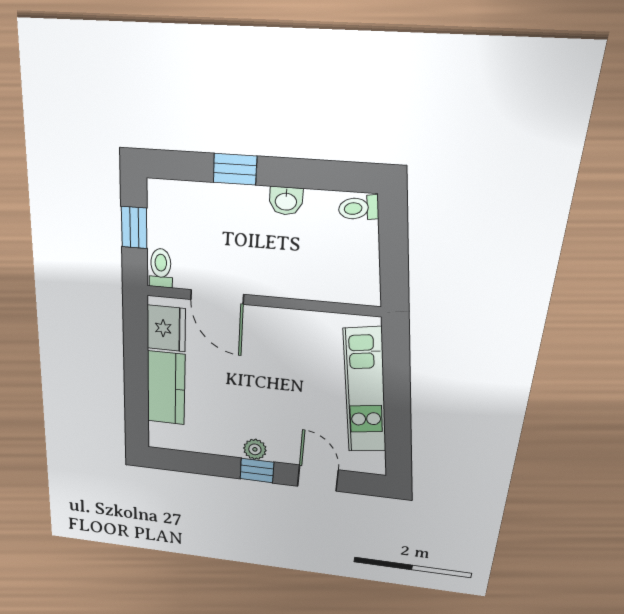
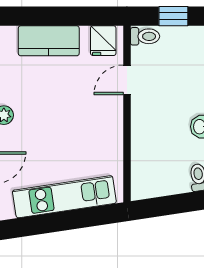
door: (217, 297) -> (127, 80), width x0.73
fridge: (166, 328) -> (103, 41), width x0.72

